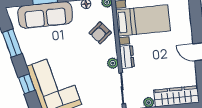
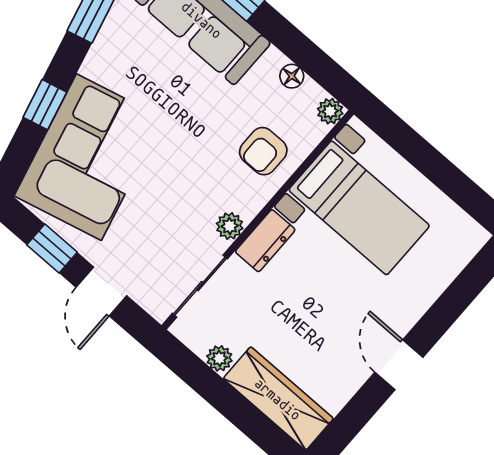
armchair: (100, 33) -> (263, 151), turned -50

